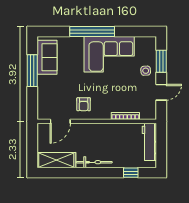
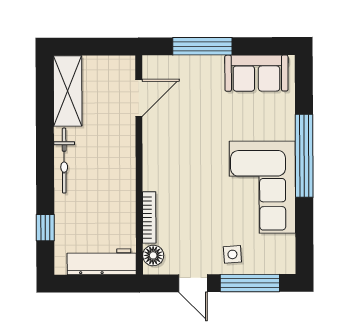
window: (161, 61) -> (250, 283), width x1.44
window: (32, 71) -> (202, 46), moved
armchair: (84, 104) -> (171, 141), removed
floor lamp: (146, 114) -> (153, 255), added
door: (60, 121) -> (139, 98), swing flipped

